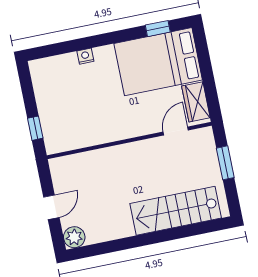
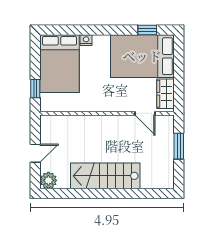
bed: (59, 91) -> (59, 64), added
door: (176, 131) -> (145, 113), swing flipped
stairs: (176, 211) -> (105, 176), moved

